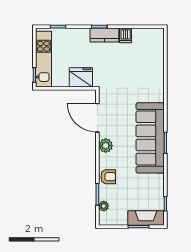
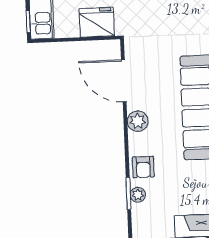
armchair: (108, 177) -> (143, 167), turned 90
plant: (104, 206) -> (138, 195), moved

